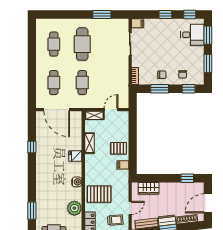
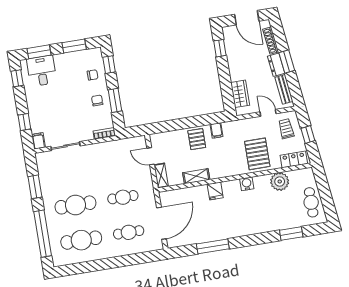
window: (64, 14) -> (43, 234), added
window: (165, 14) -> (24, 122), moved
cafe table: (54, 44) -> (81, 240), width x1.37, depth x1.35
window: (32, 147) -> (213, 246), width x2.17

